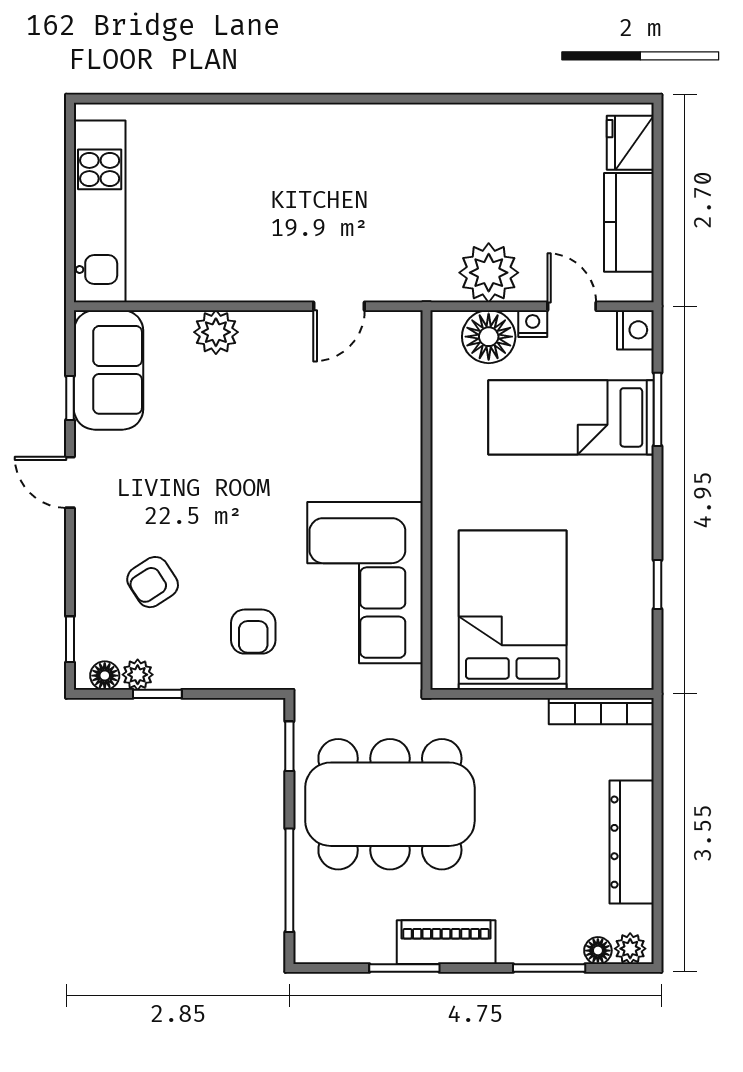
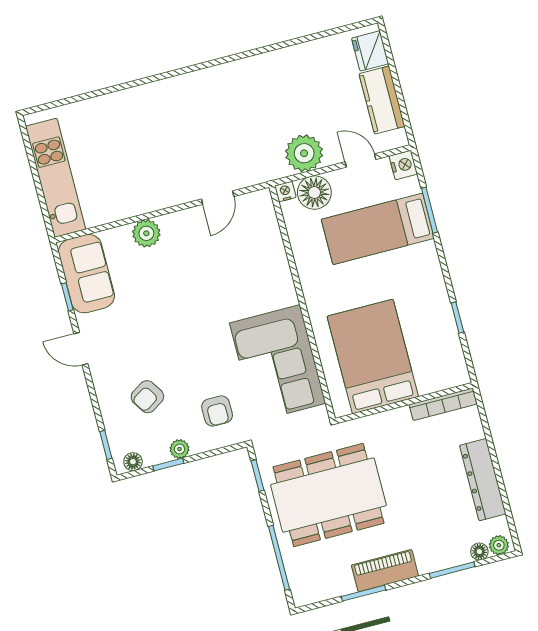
nightstand: (533, 324) -> (285, 192), moved
plant: (138, 675) -> (179, 449), moved

